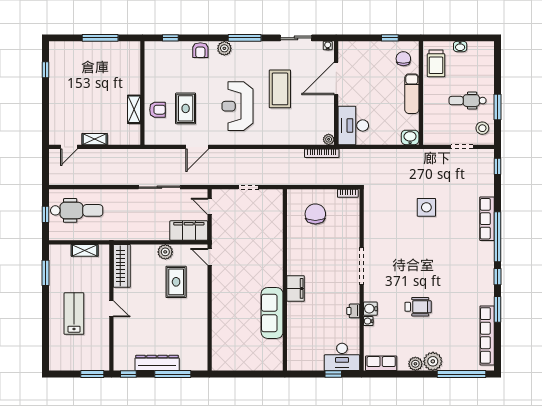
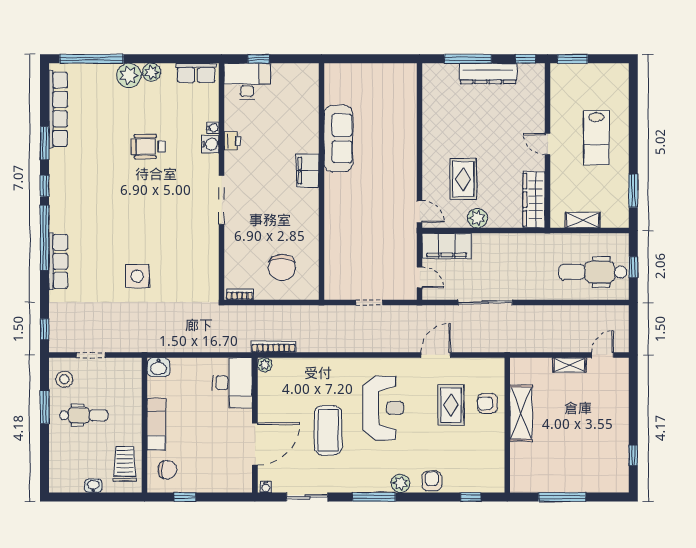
chair: (403, 59) -> (167, 470), turned -90
shelving: (134, 109) -> (521, 413), width x1.50, depth x1.33

